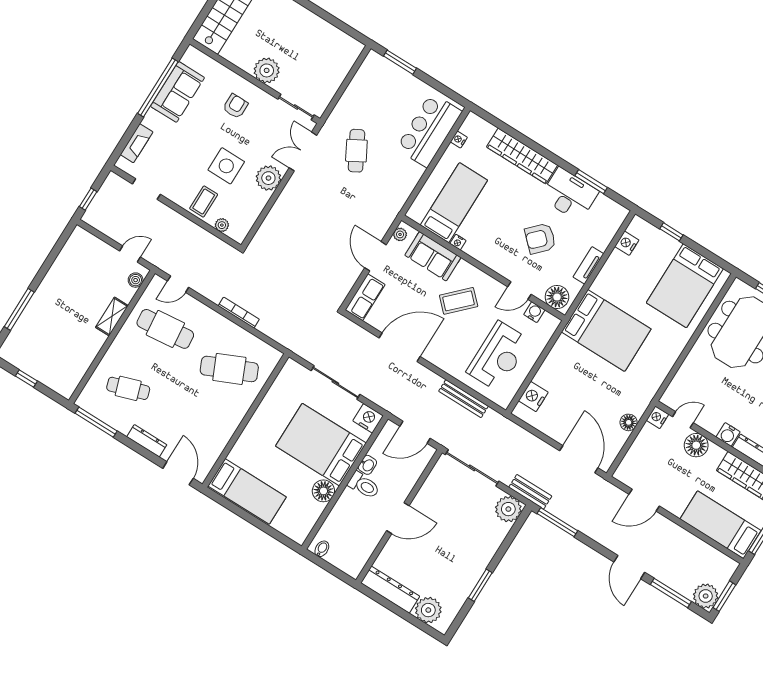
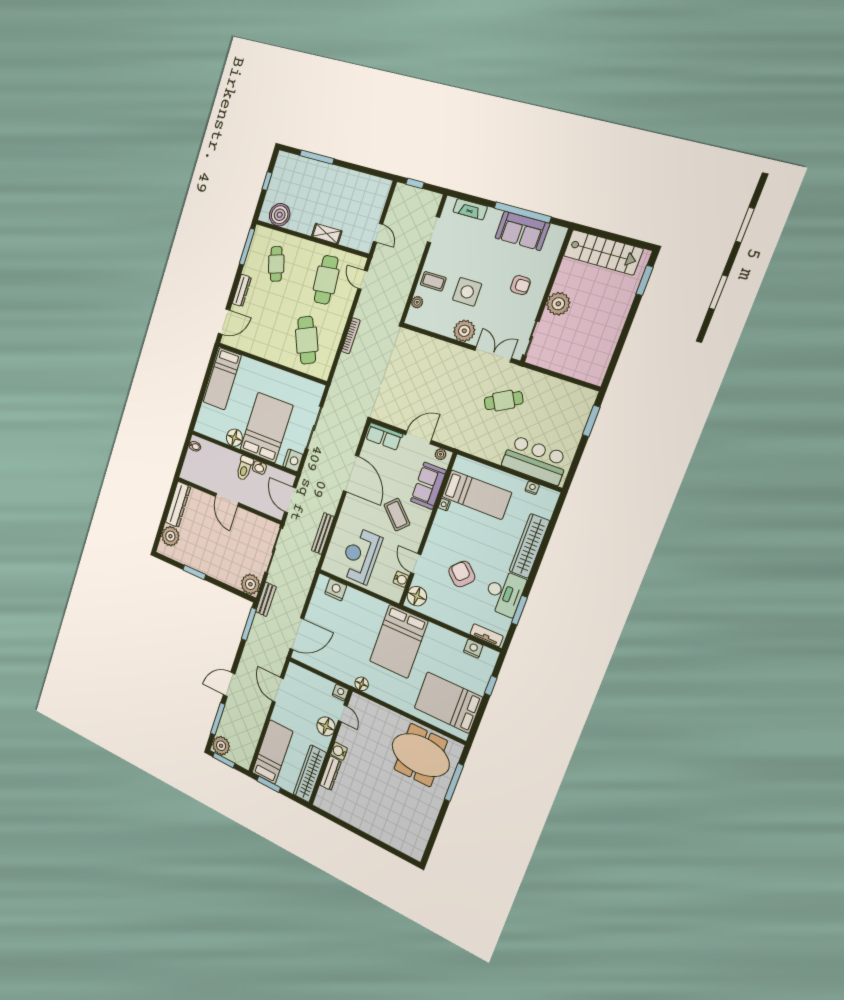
tv unit: (588, 265) -> (487, 635), moved
boiler: (136, 280) -> (280, 215), moved, width x1.86, depth x1.86
reception desk: (498, 356) -> (361, 556), turned 90
floor lamp: (629, 422) -> (362, 684), moved

